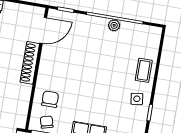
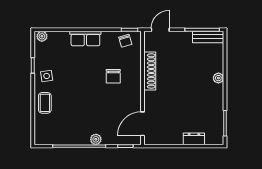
plant: (114, 25) -> (96, 139), moved
shoe rack: (30, 63) -> (150, 71), moved
chair: (50, 99) -> (113, 76), moved

